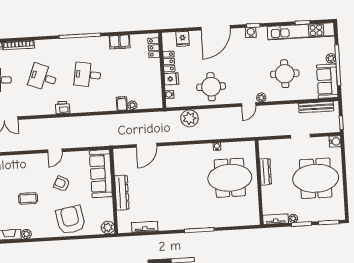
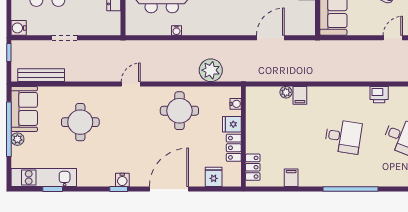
kitchen unit: (301, 31) -> (44, 177), width x0.73
filing cabinet: (120, 42) -> (291, 178), width x0.50
plant: (261, 97) -> (113, 92), removed

